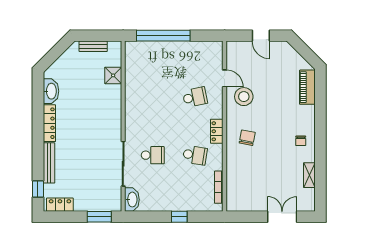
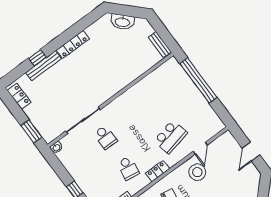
bench: (93, 46) -> (160, 45), moved
shower: (113, 75) -> (142, 65), removed
washbasin: (51, 91) -> (122, 22), moved, turned 45
school desk: (195, 97) -> (170, 137), width x1.85
window: (38, 189) -> (37, 58), moved
washbasin: (132, 200) -> (56, 147), width x0.52, depth x0.69

